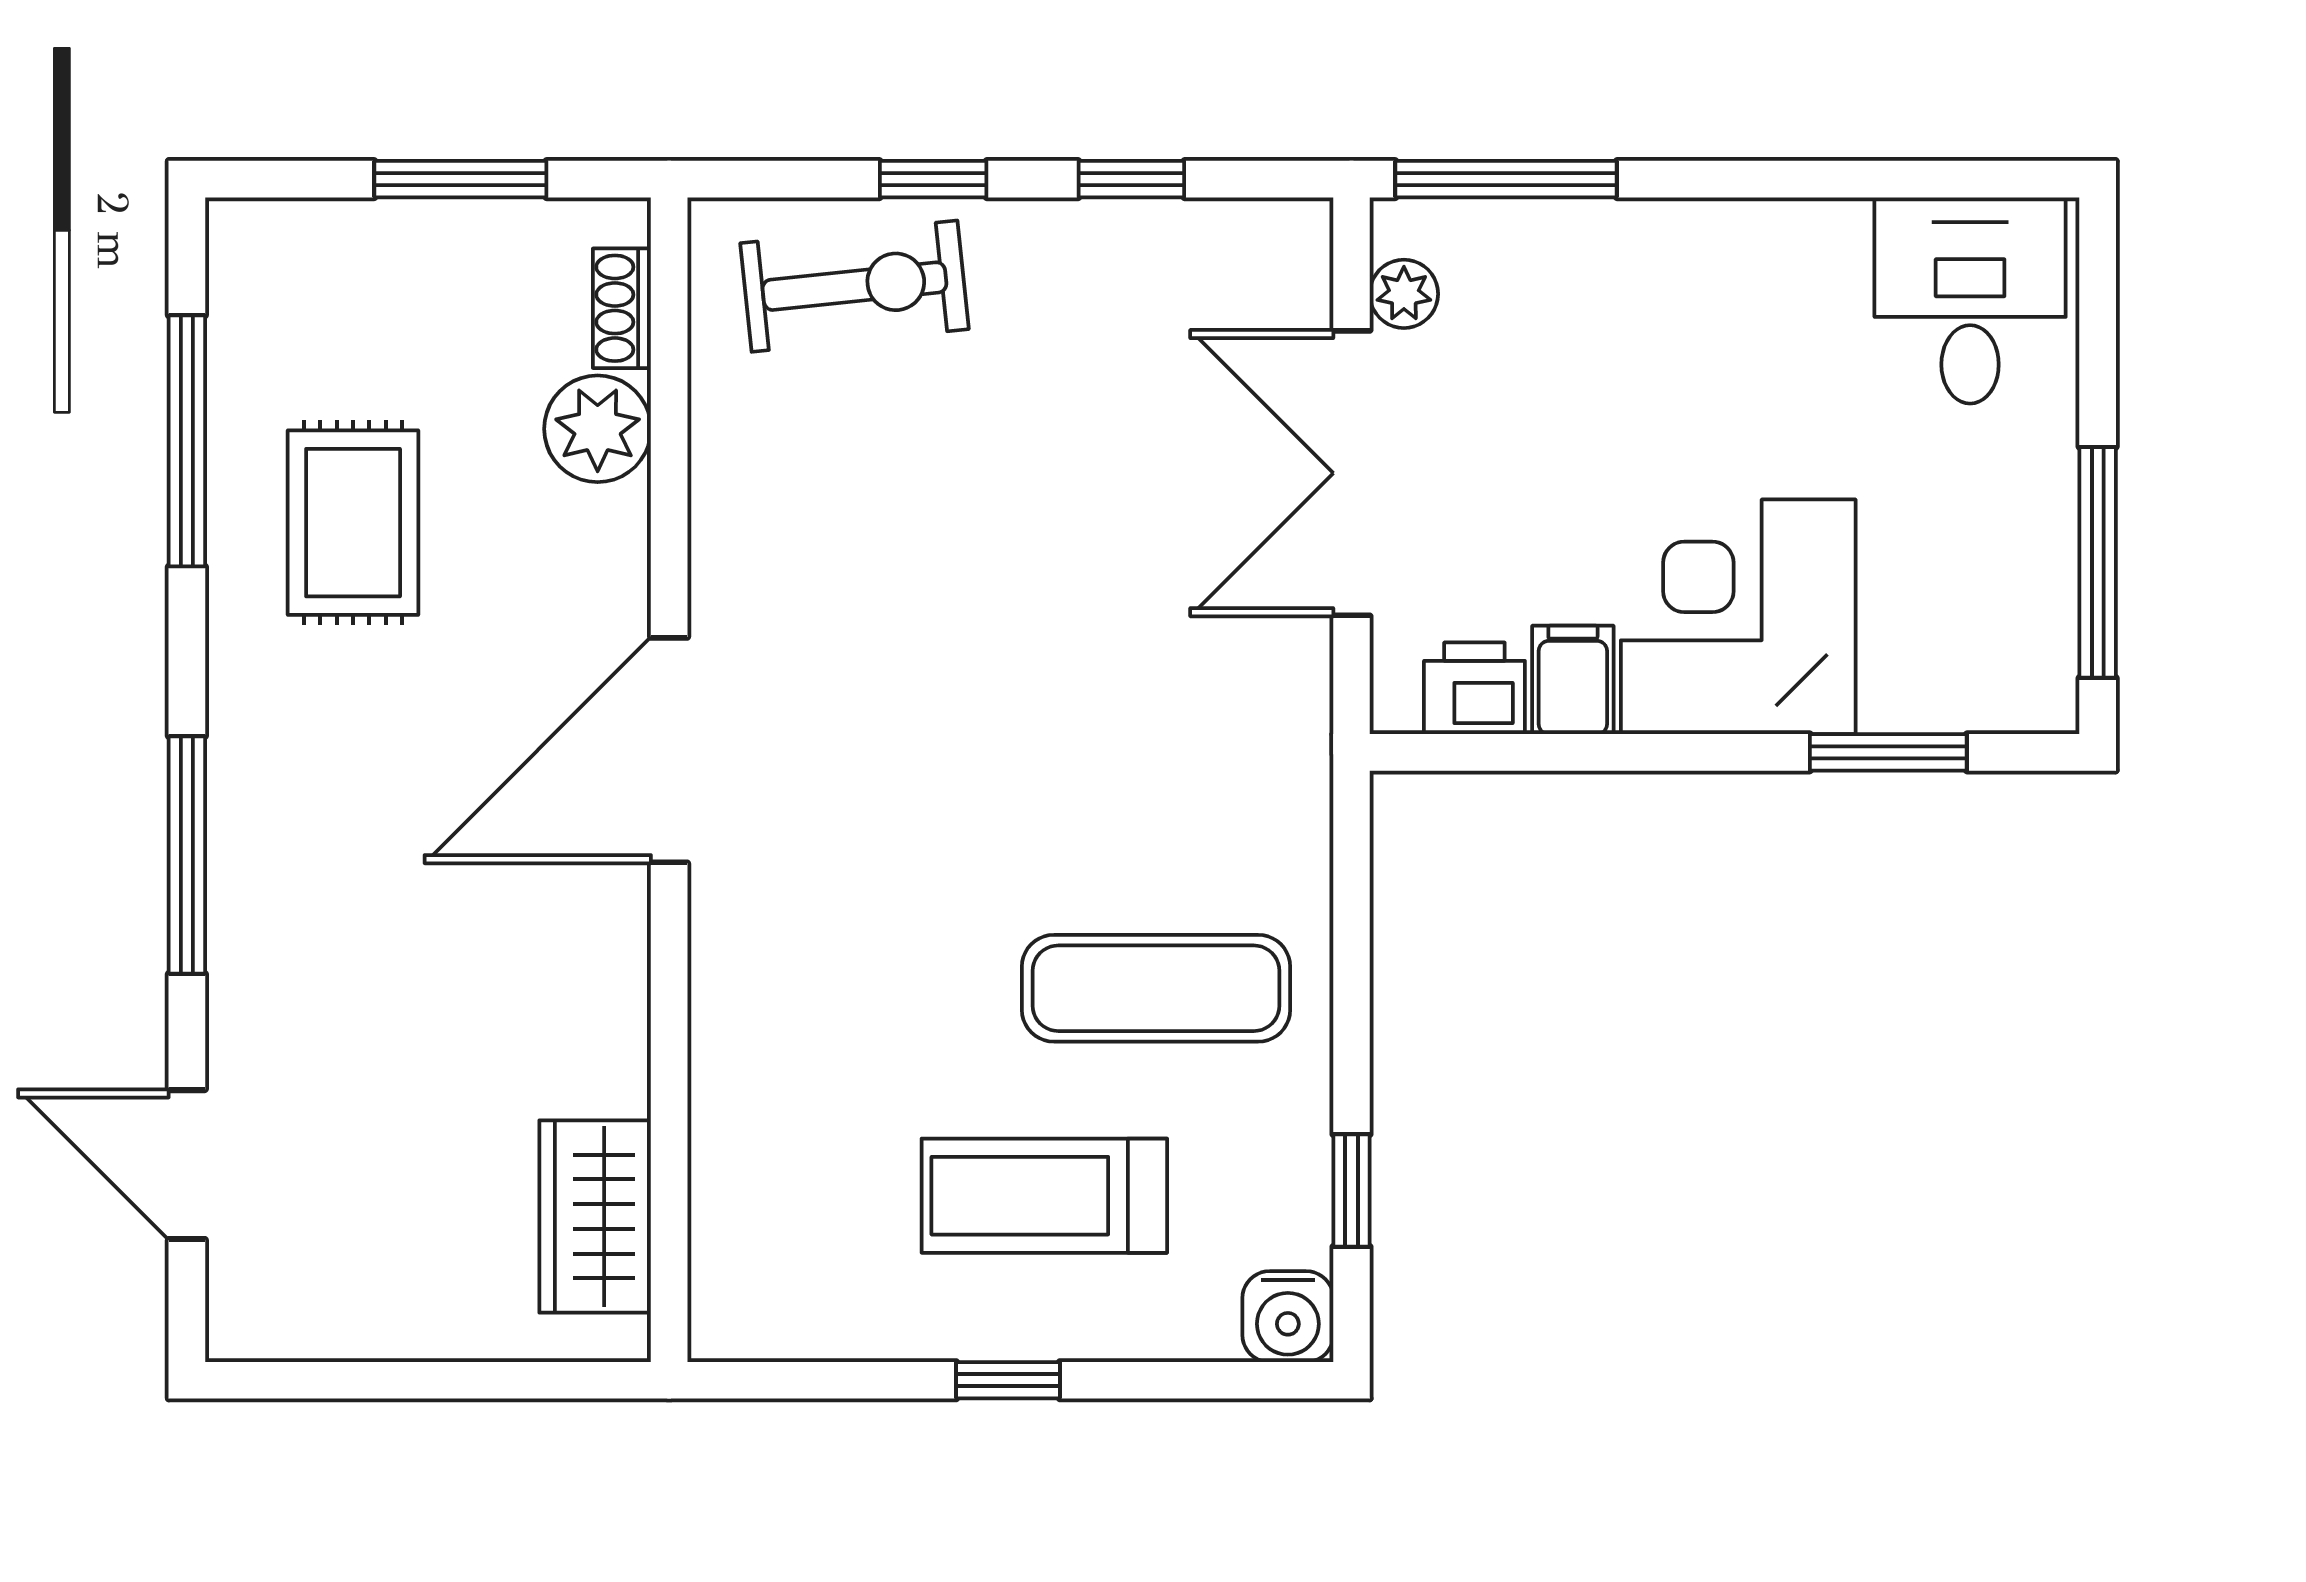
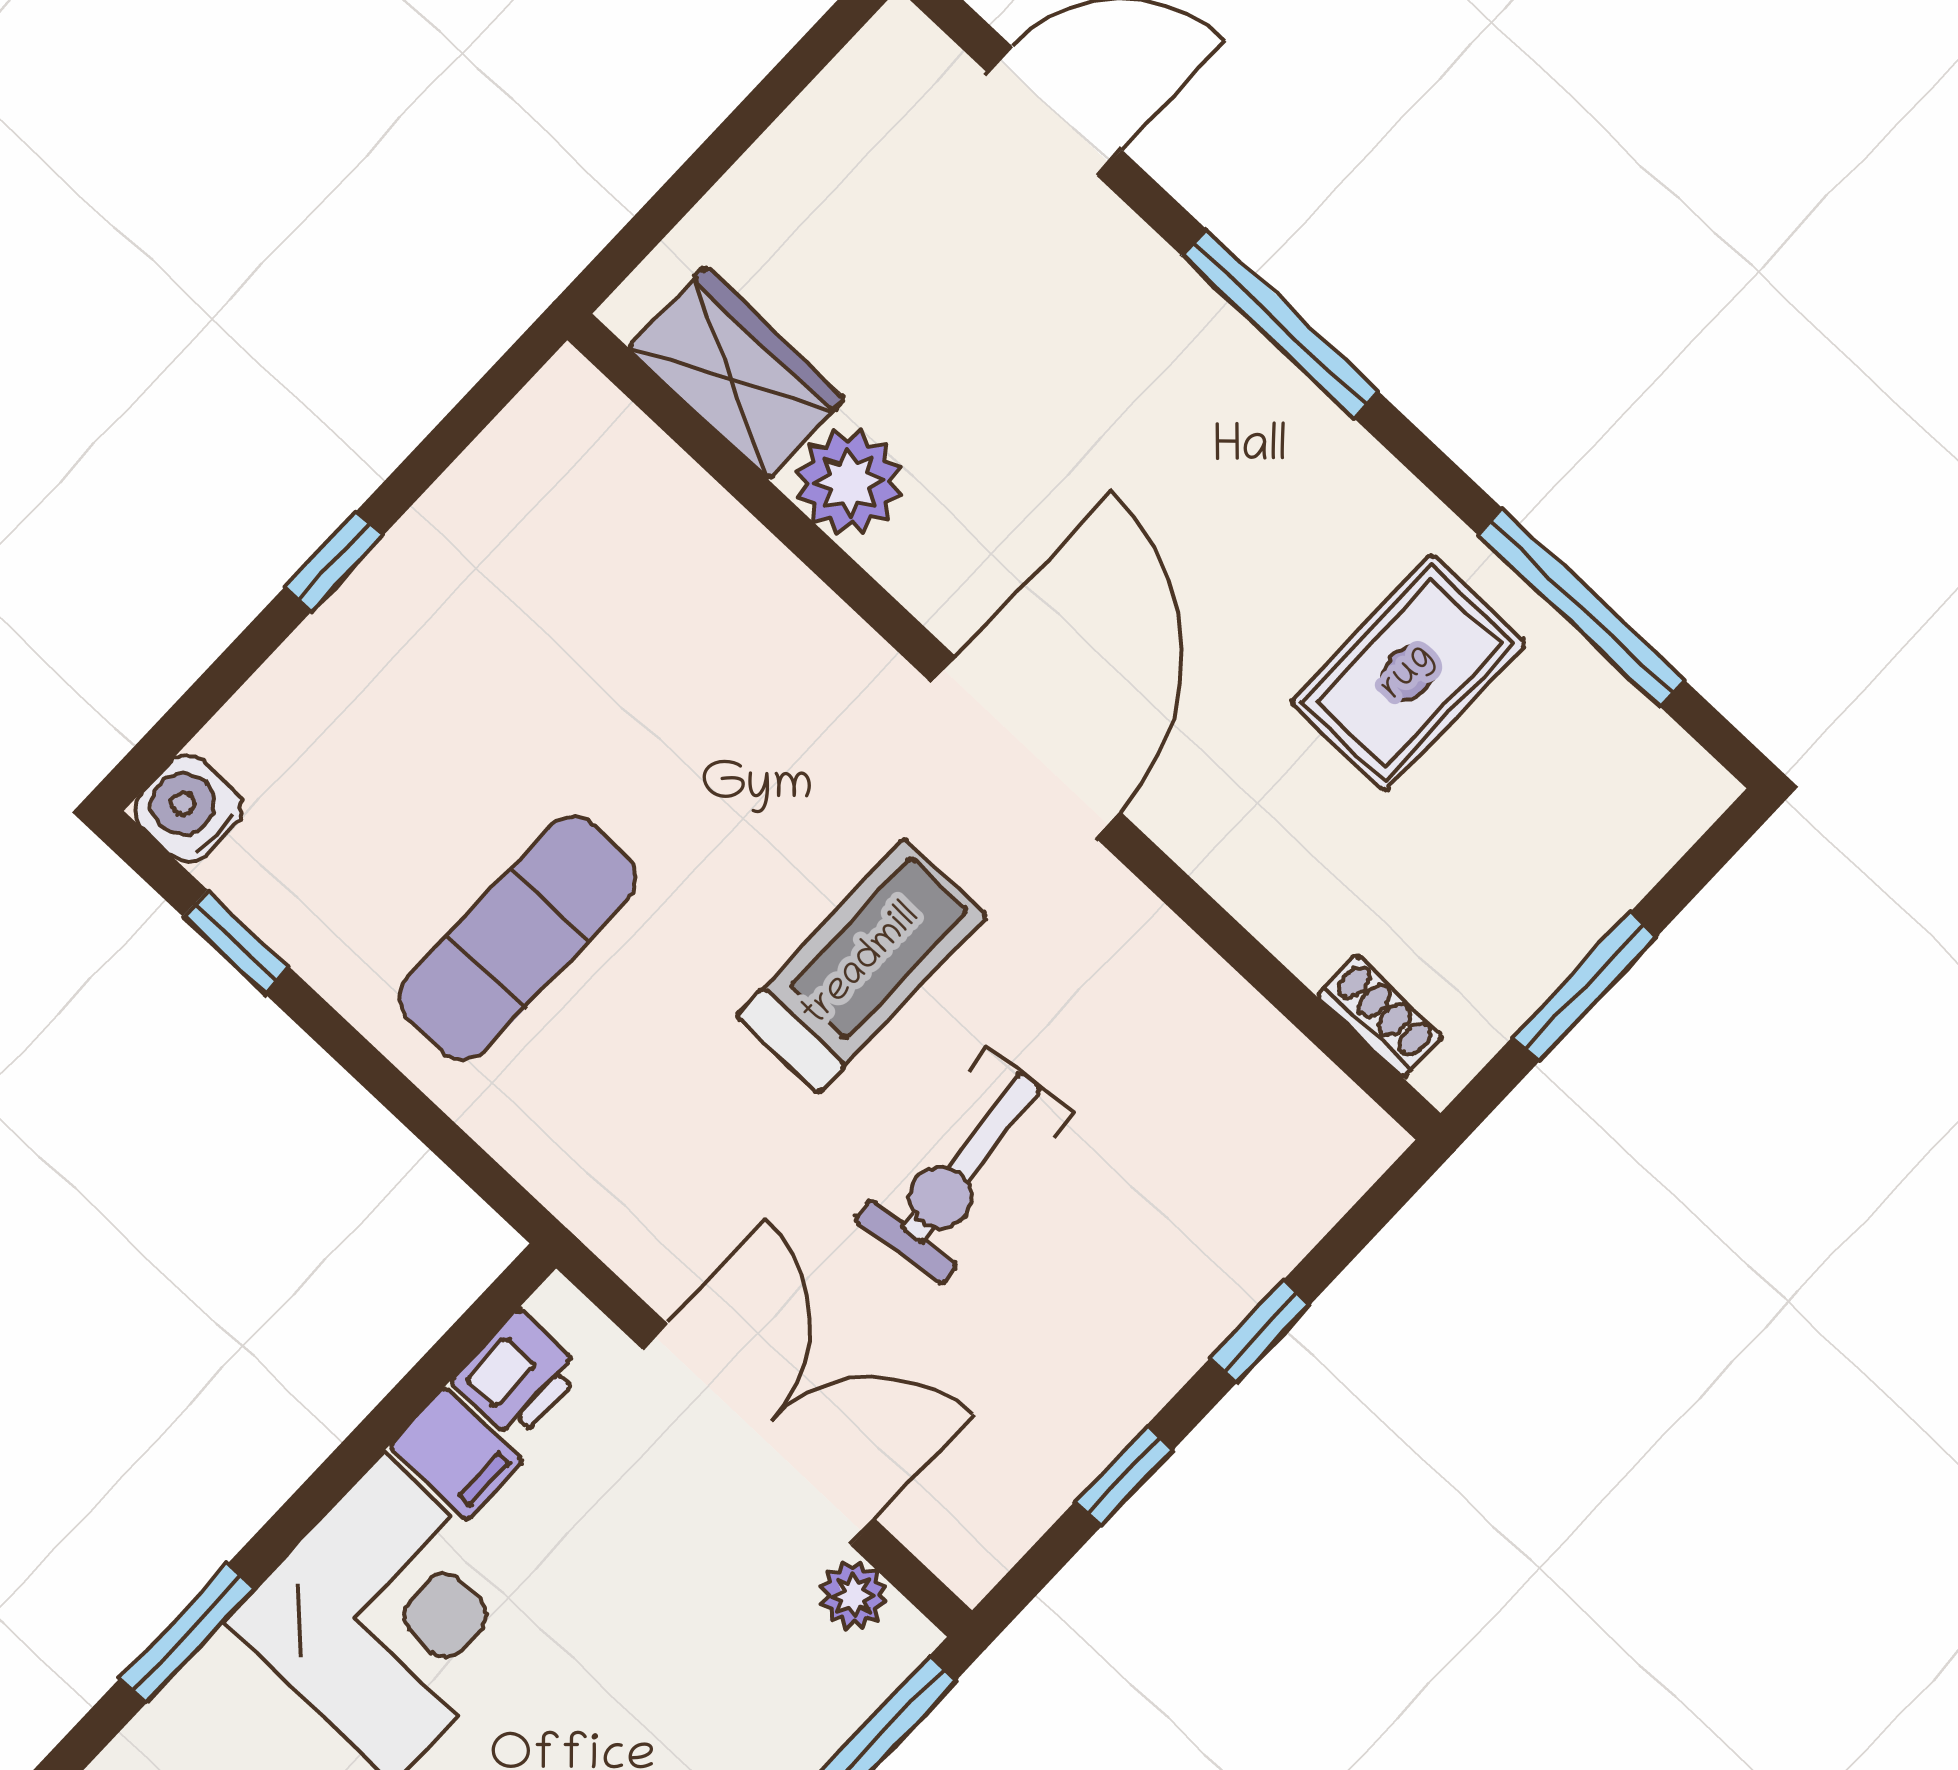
exercise bike: (854, 286) -> (964, 1166), moved
plant: (598, 429) -> (849, 482), moved
rug: (353, 523) -> (1408, 673), turned 90
treadmill: (1044, 1196) -> (862, 966), moved

